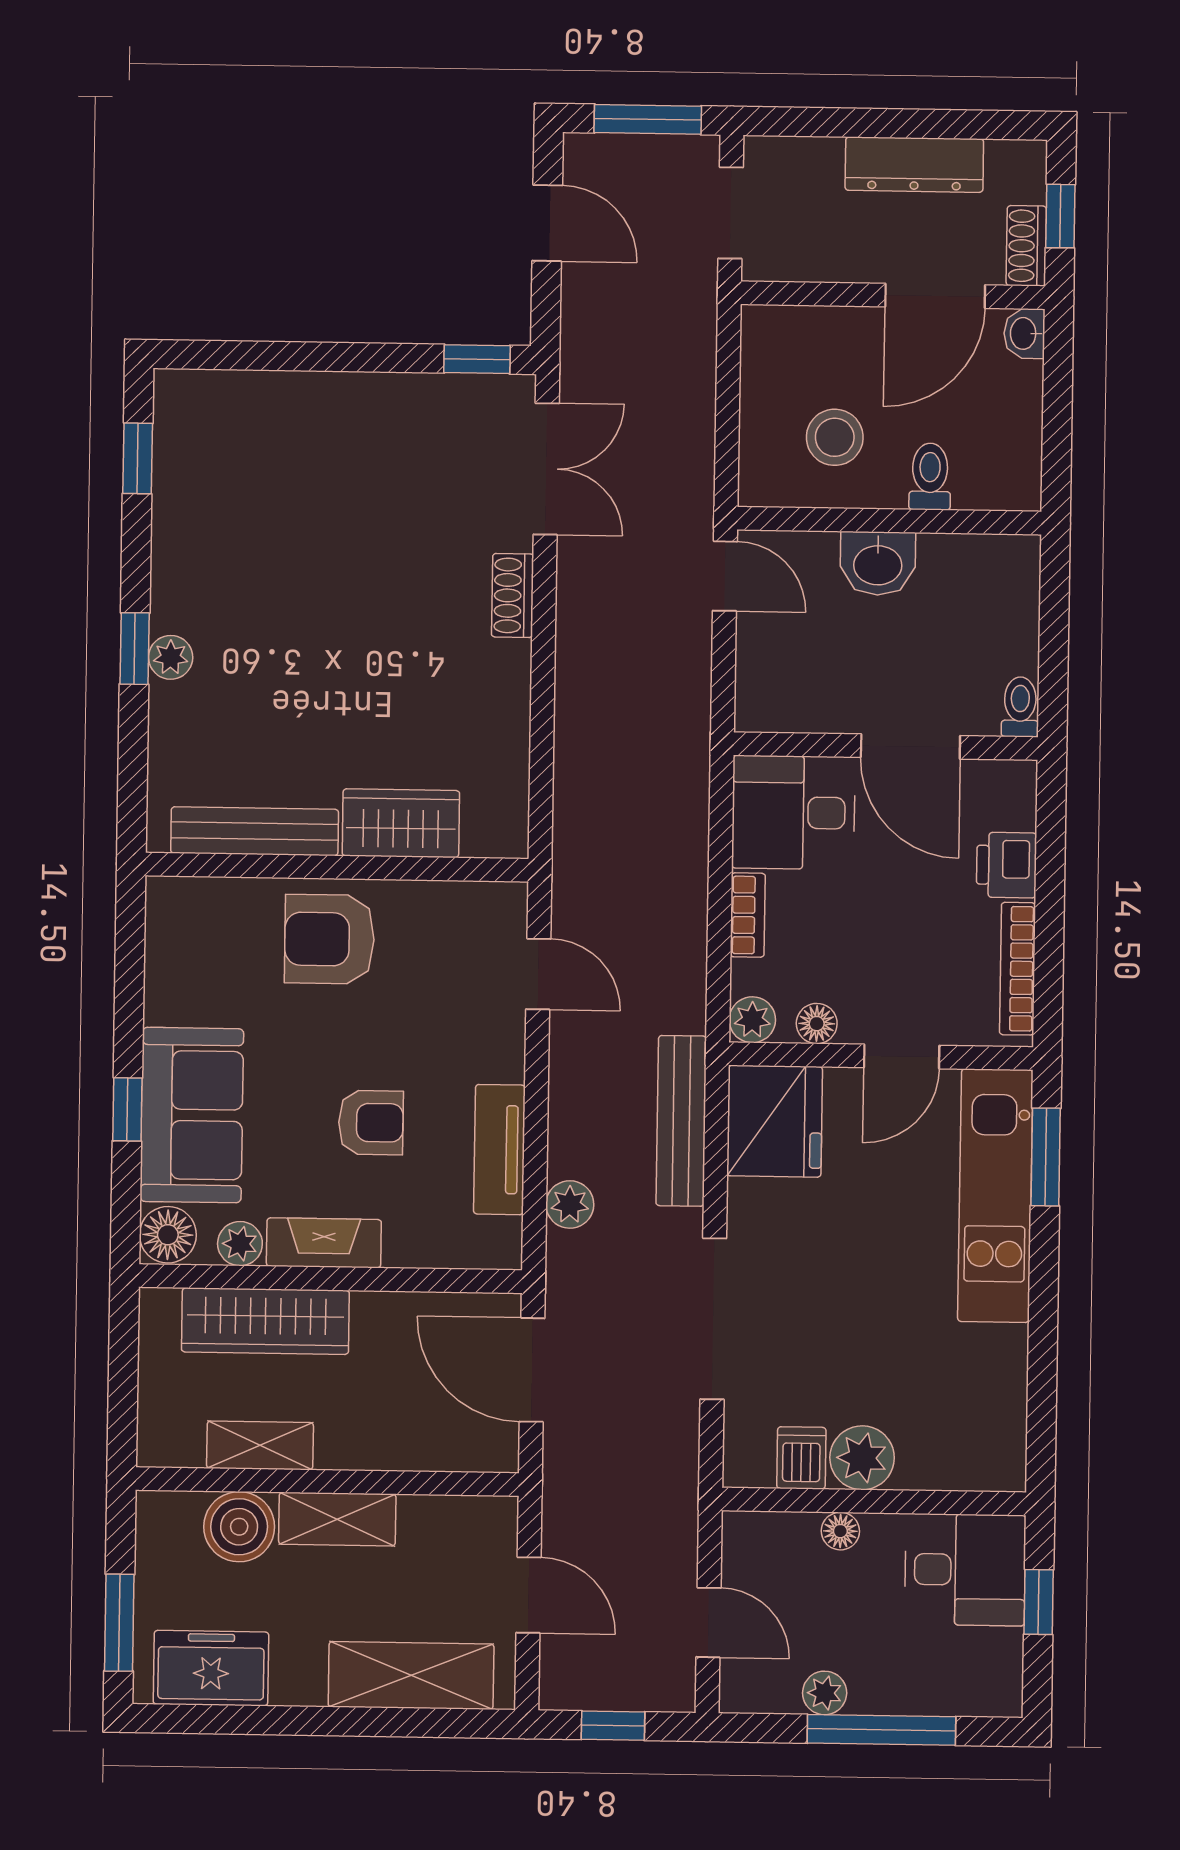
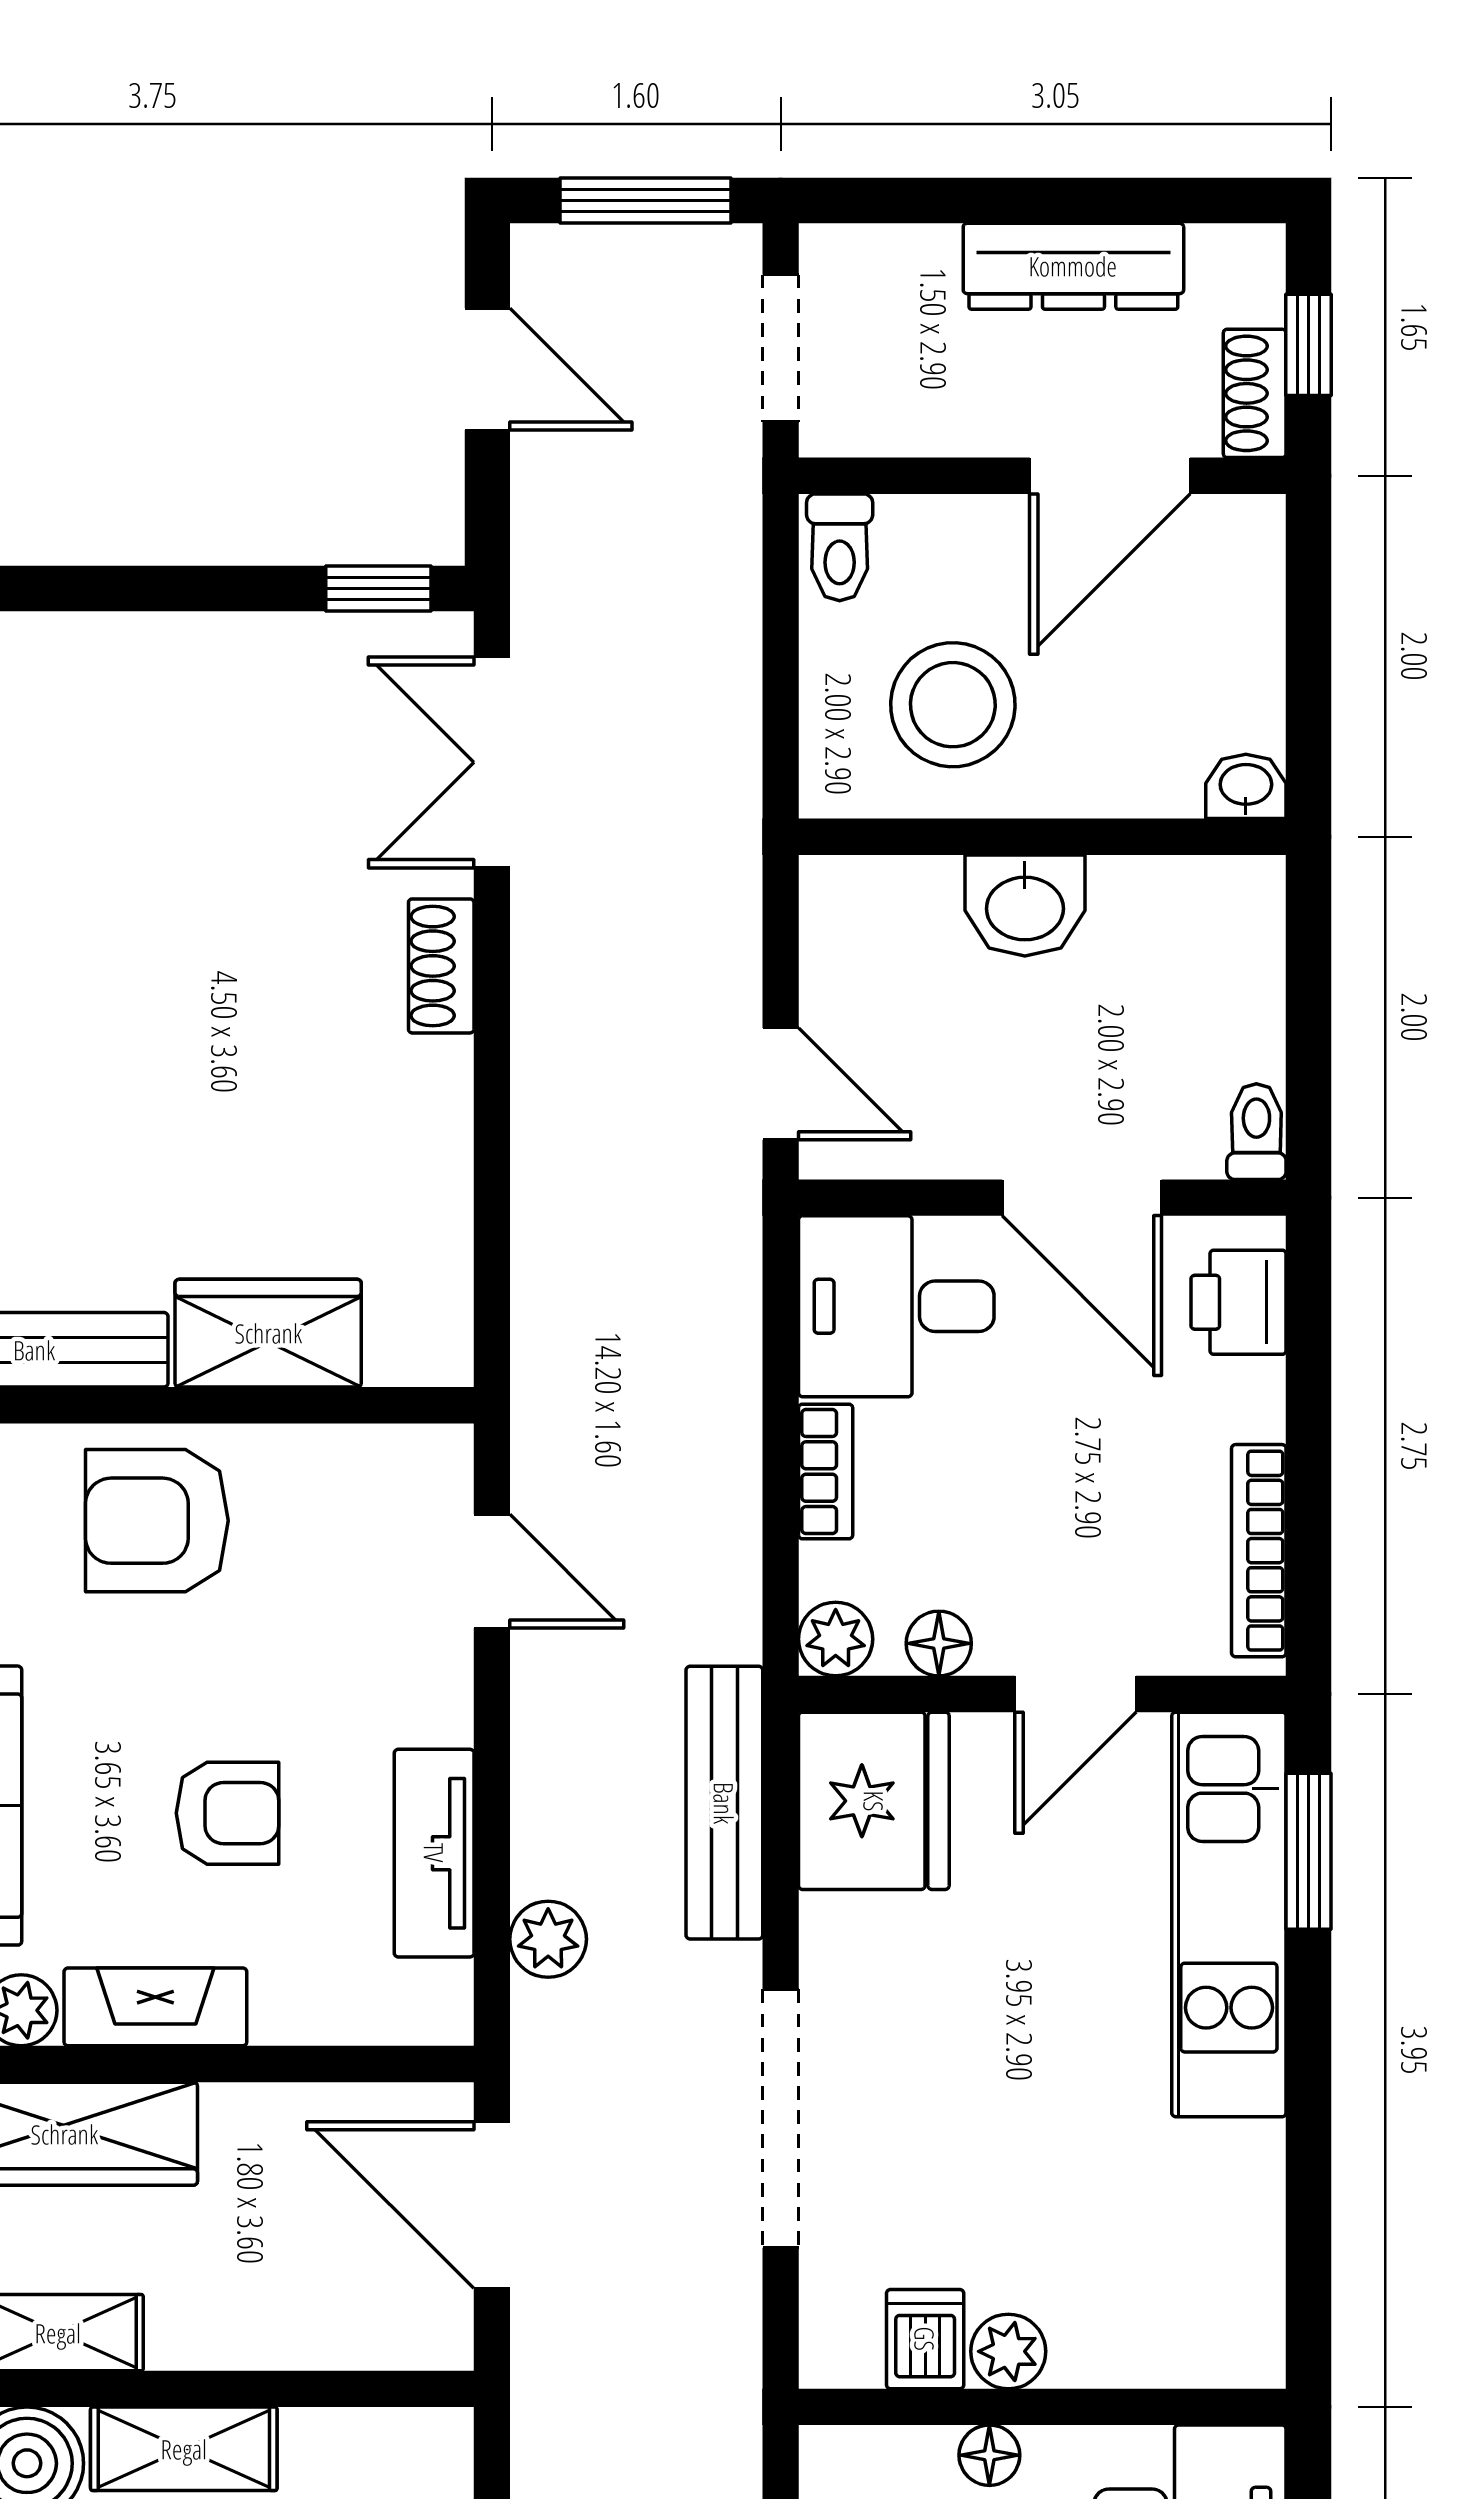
washbasin: (1024, 333) -> (1246, 786), moved, turned 90
stool: (835, 437) -> (953, 705), width x1.38, depth x1.38
double door: (546, 469) -> (492, 762), swing flipped
toilet: (930, 477) -> (840, 547), moved, turned 180
door: (725, 576) -> (781, 1084), moved
printer: (1006, 865) -> (1238, 1302), moved
plant: (862, 1458) -> (1008, 2351), width x0.73, depth x0.73

